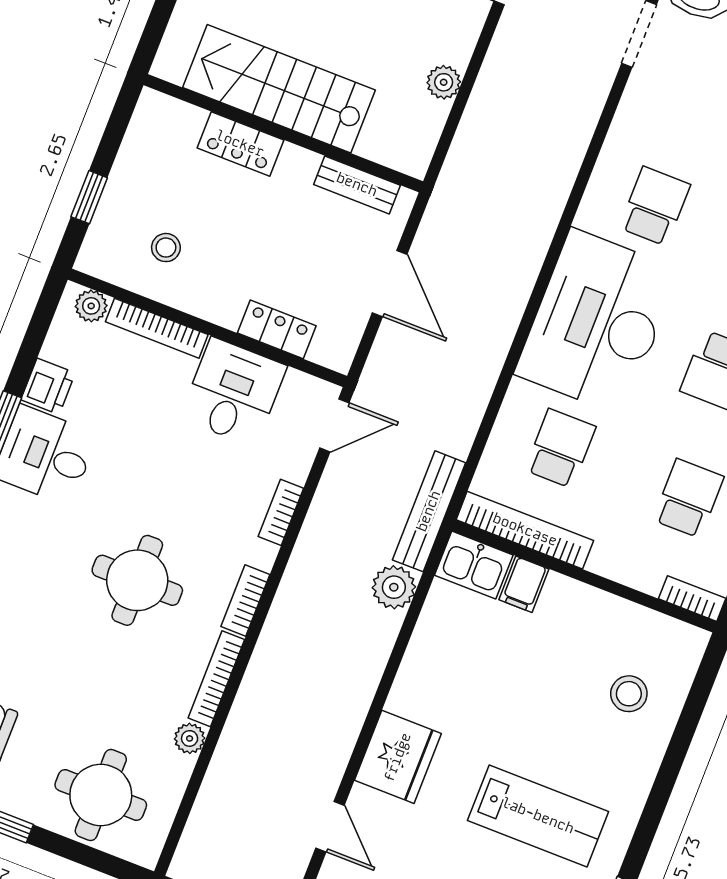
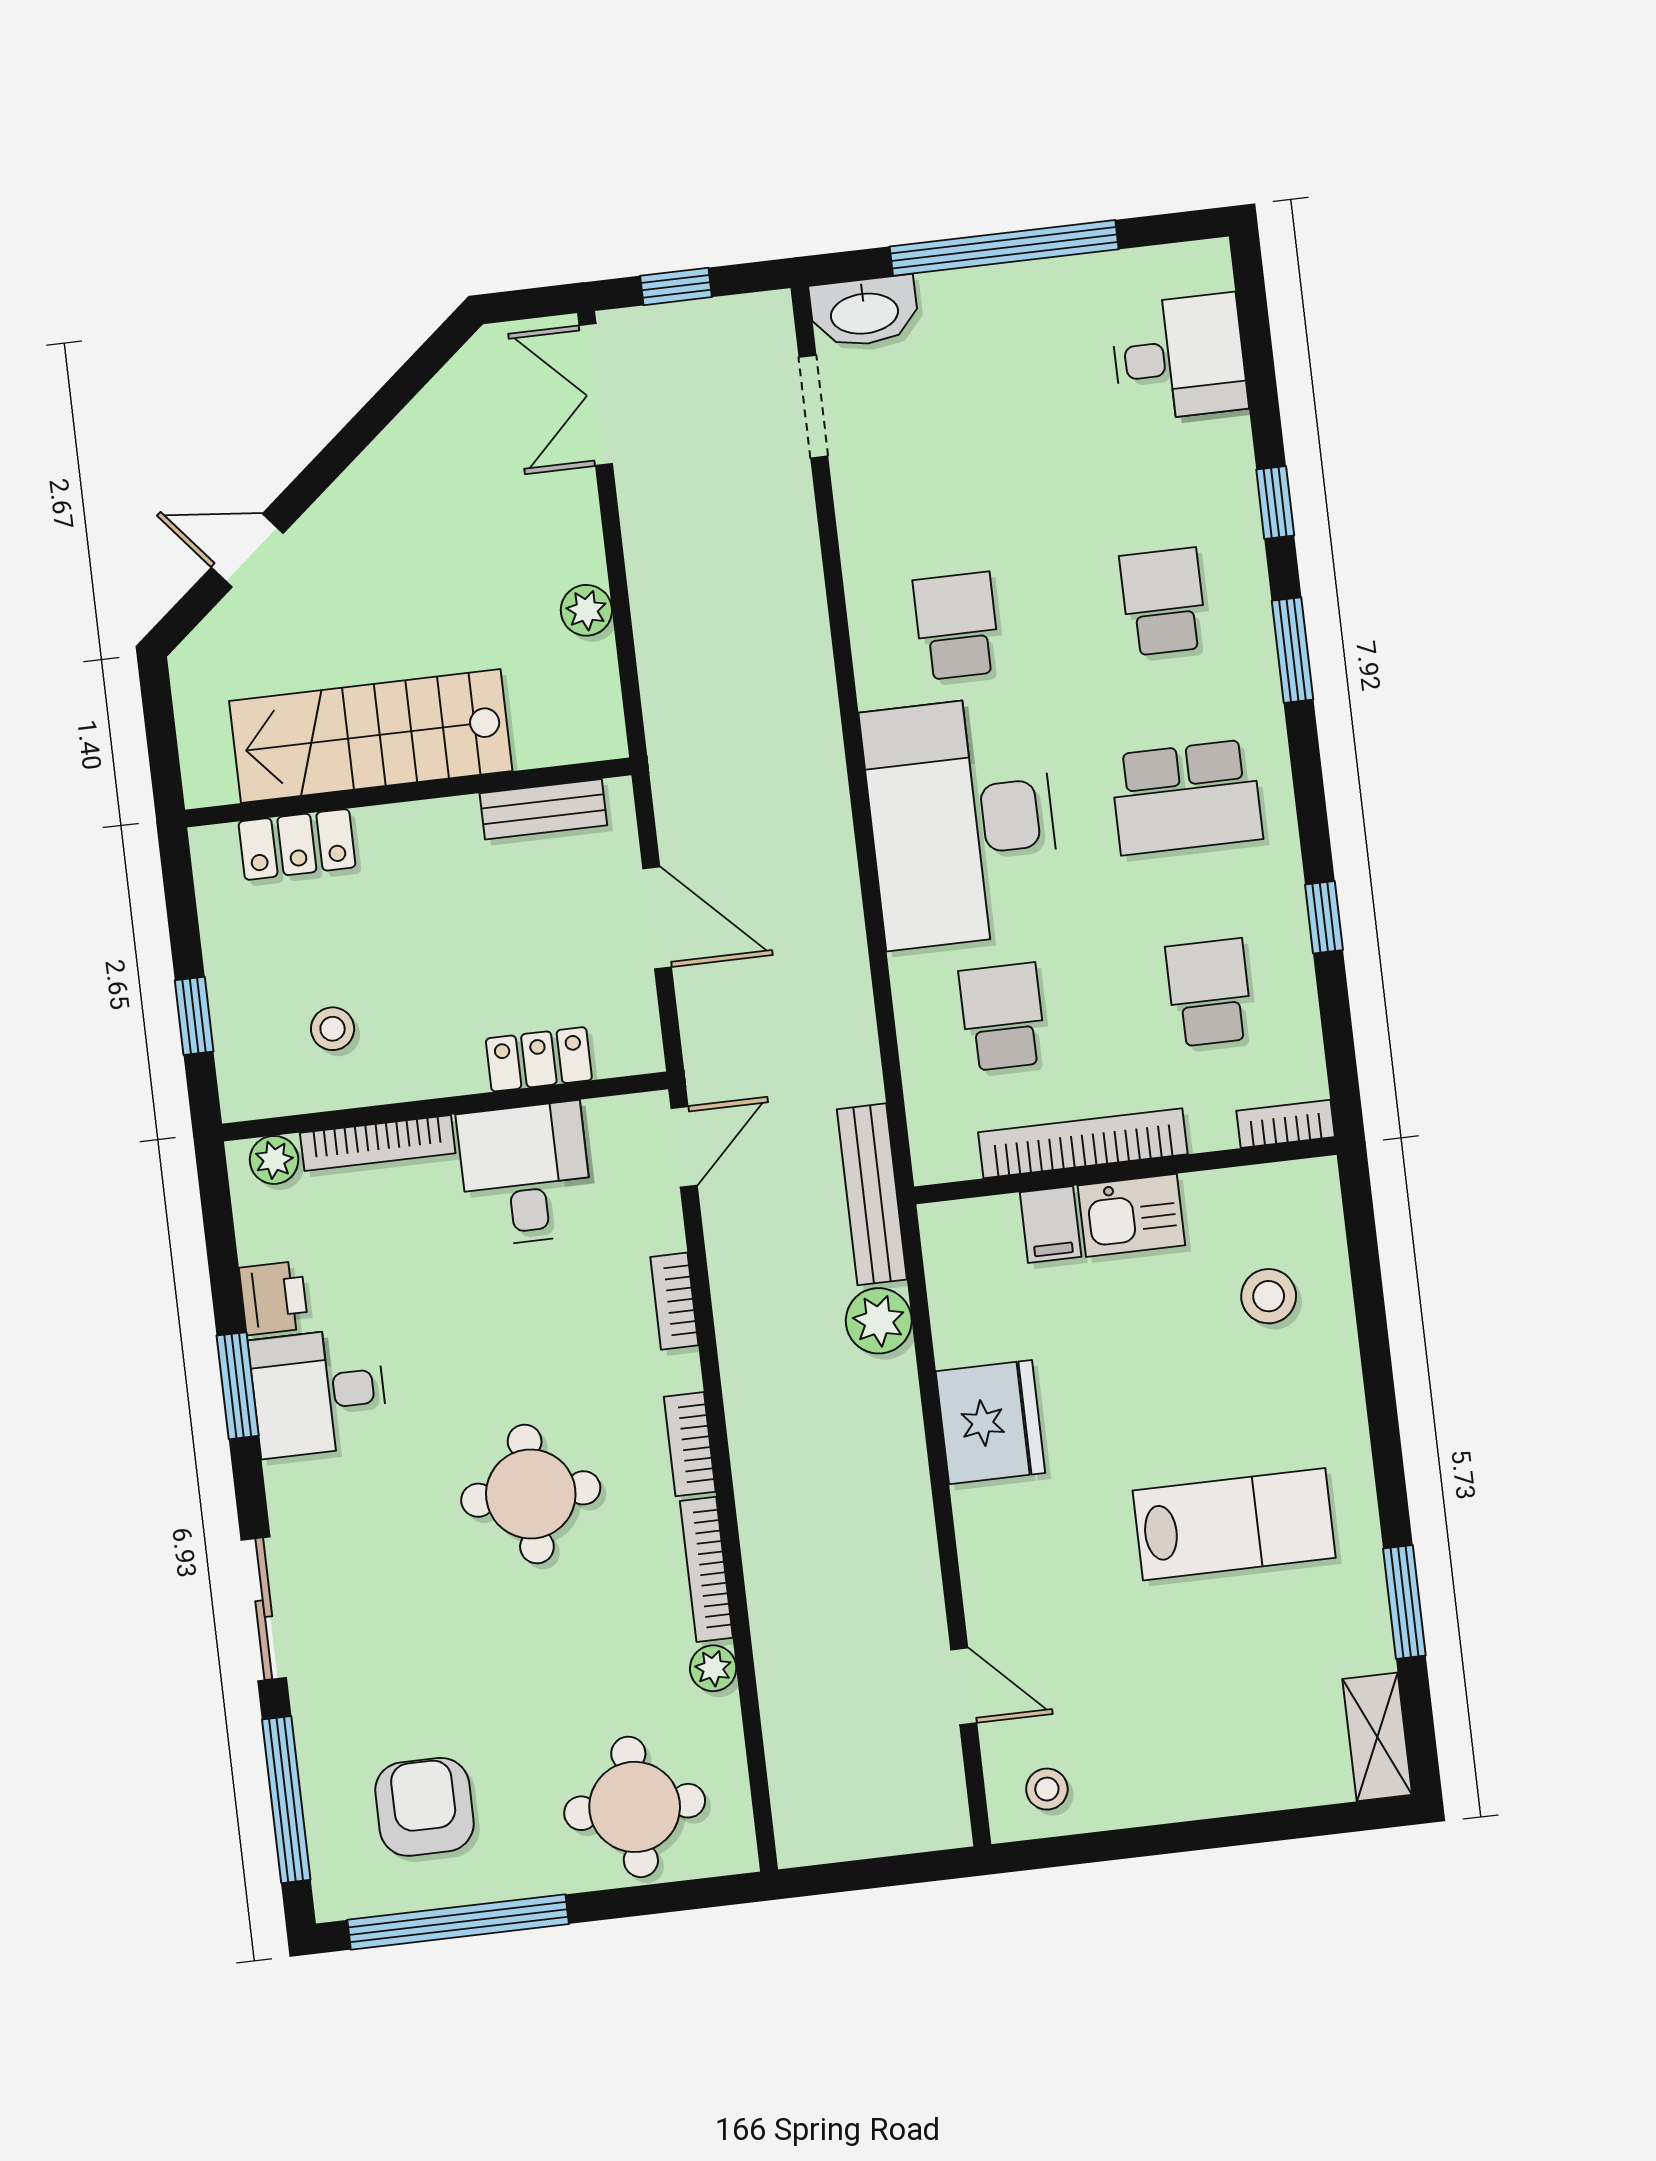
locker: (240, 144) -> (297, 844), moved
bookcase: (525, 530) -> (1083, 1143), moved
kitchen sink: (474, 565) -> (1131, 1215), moved
fridge: (398, 757) -> (990, 1422), moved

